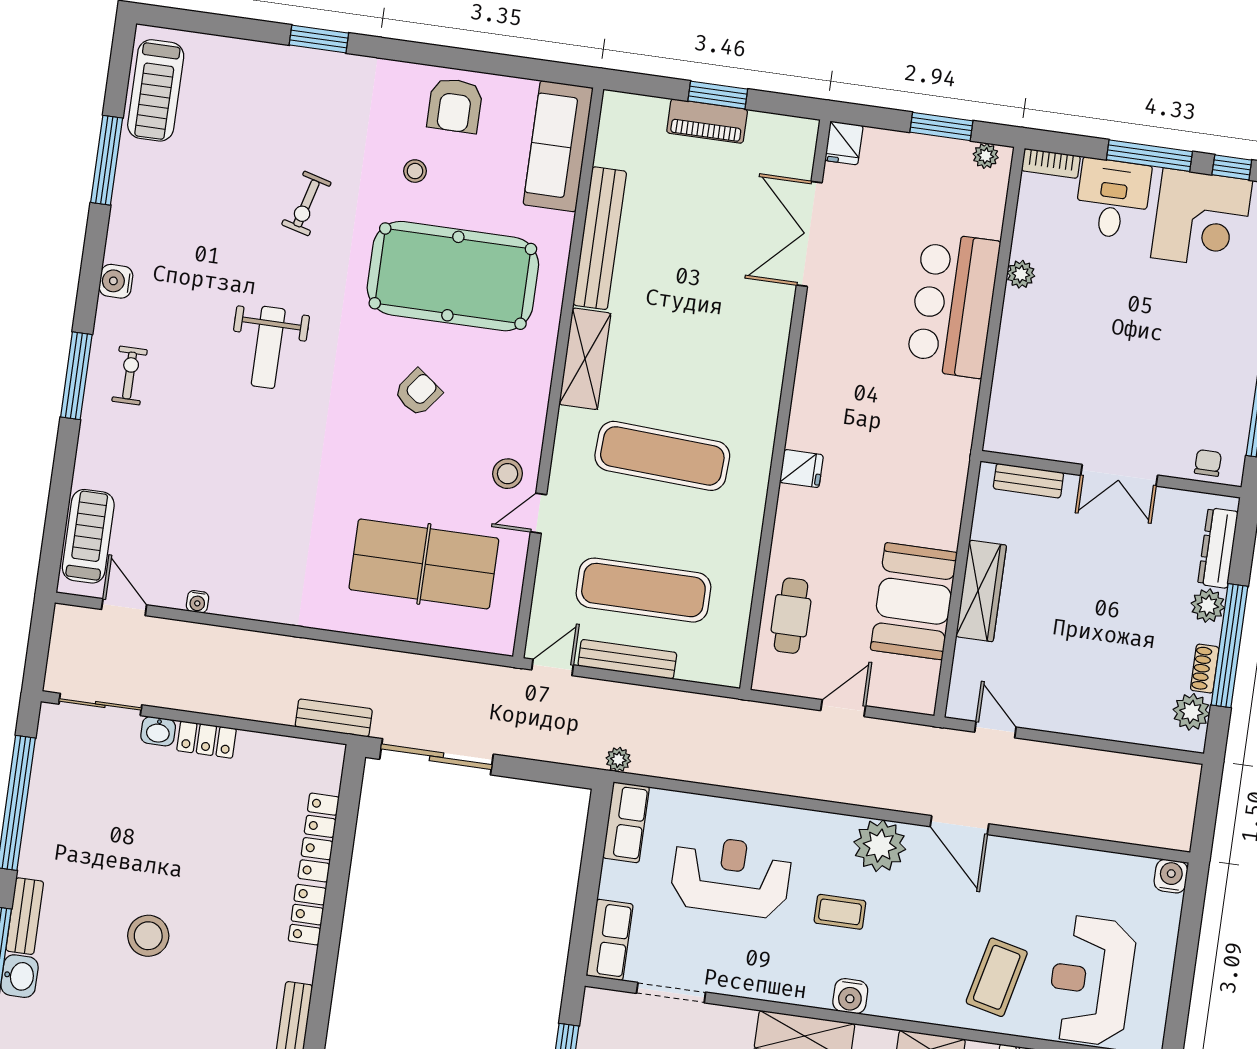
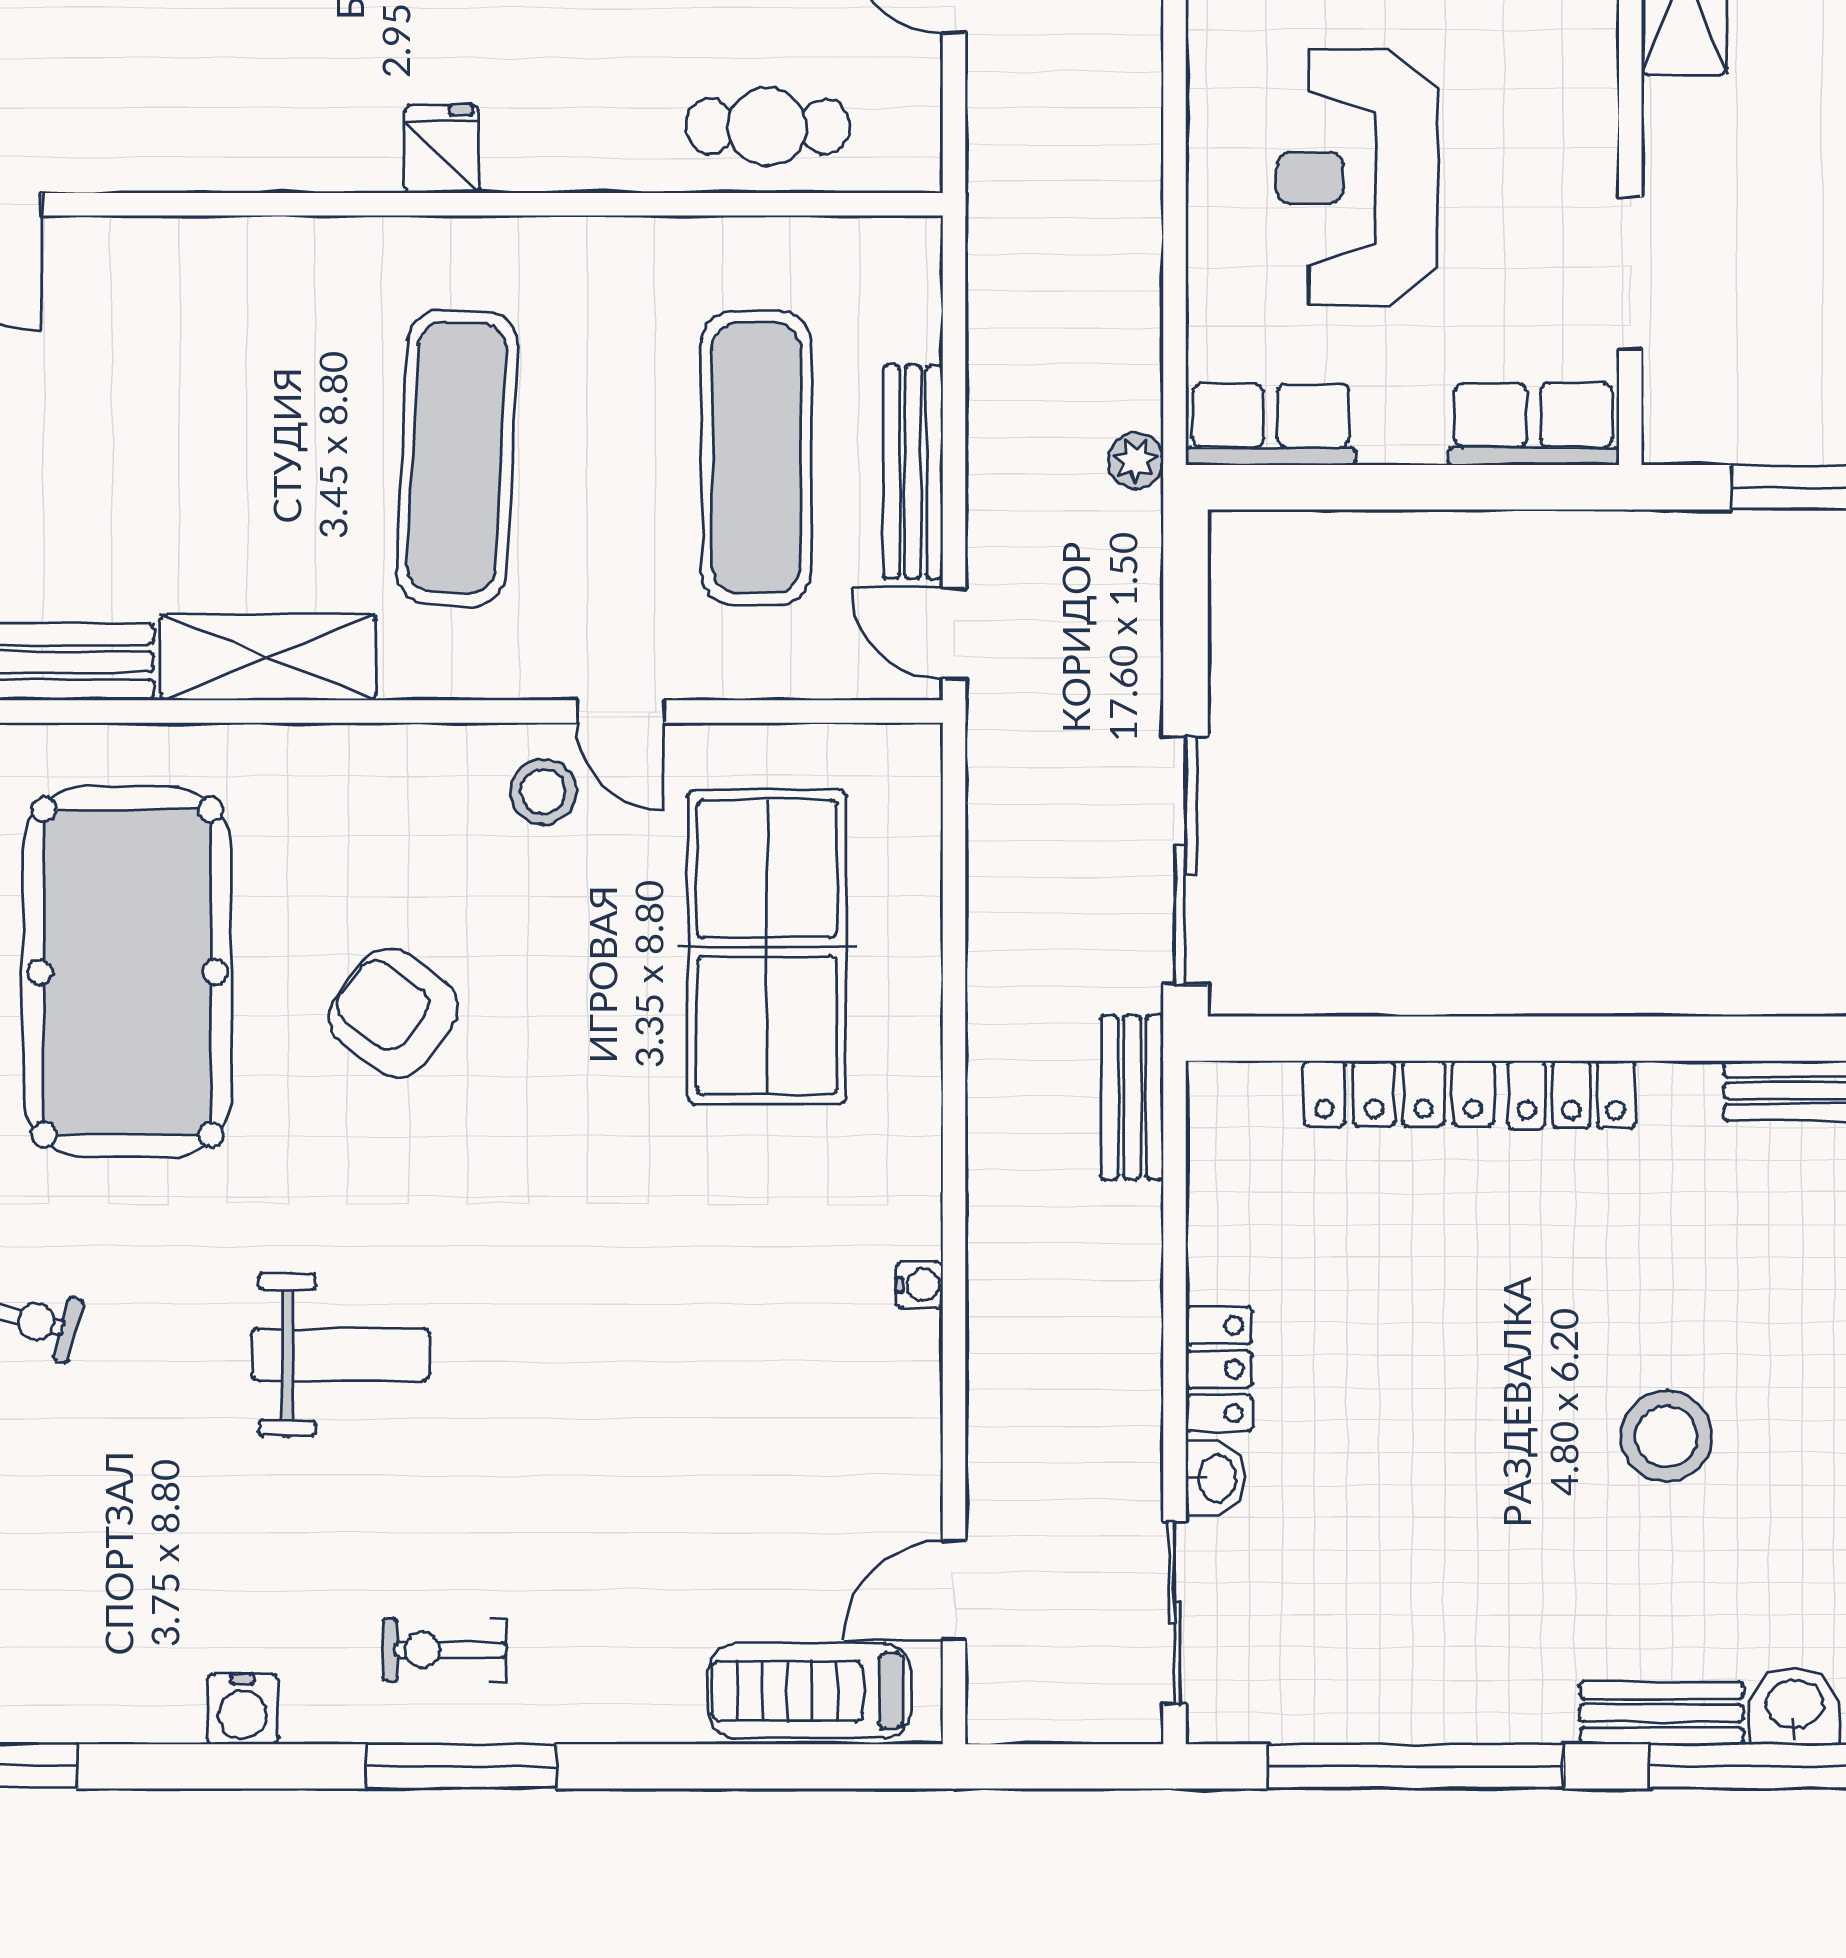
armchair: (418, 393) -> (393, 1013), width x1.38, depth x1.38
water cooler: (197, 602) -> (919, 1285), moved

